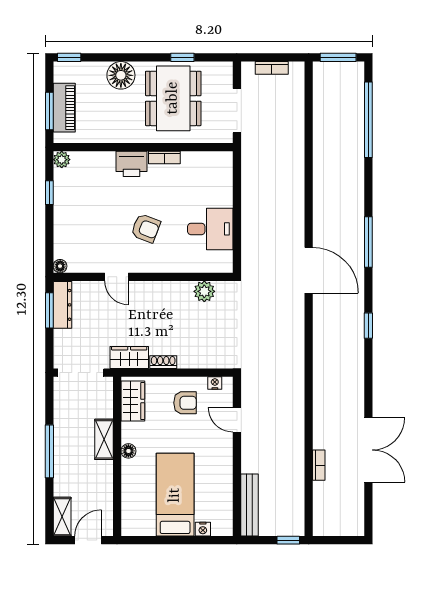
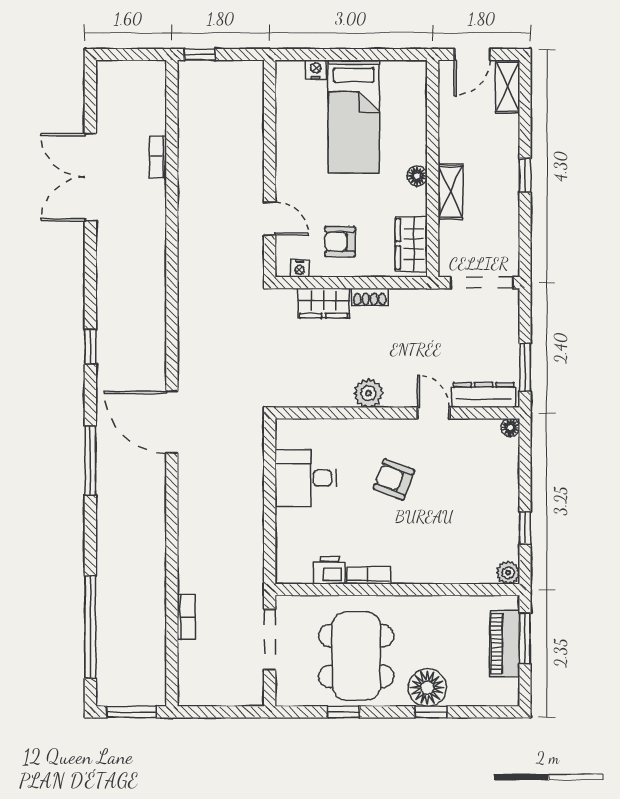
window: (69, 57) -> (431, 712), moved
bookcase: (272, 68) -> (186, 617), moved, turned 90
printer: (131, 164) -> (329, 570), moved, width x0.73, depth x0.81
plant: (204, 291) -> (368, 393), moved
dresser: (62, 305) -> (484, 395), moved, turned 90
wardrobe: (129, 358) -> (324, 303), moved
window: (49, 451) -> (525, 175), width x0.46
bench: (250, 505) -> (252, 102), removed

